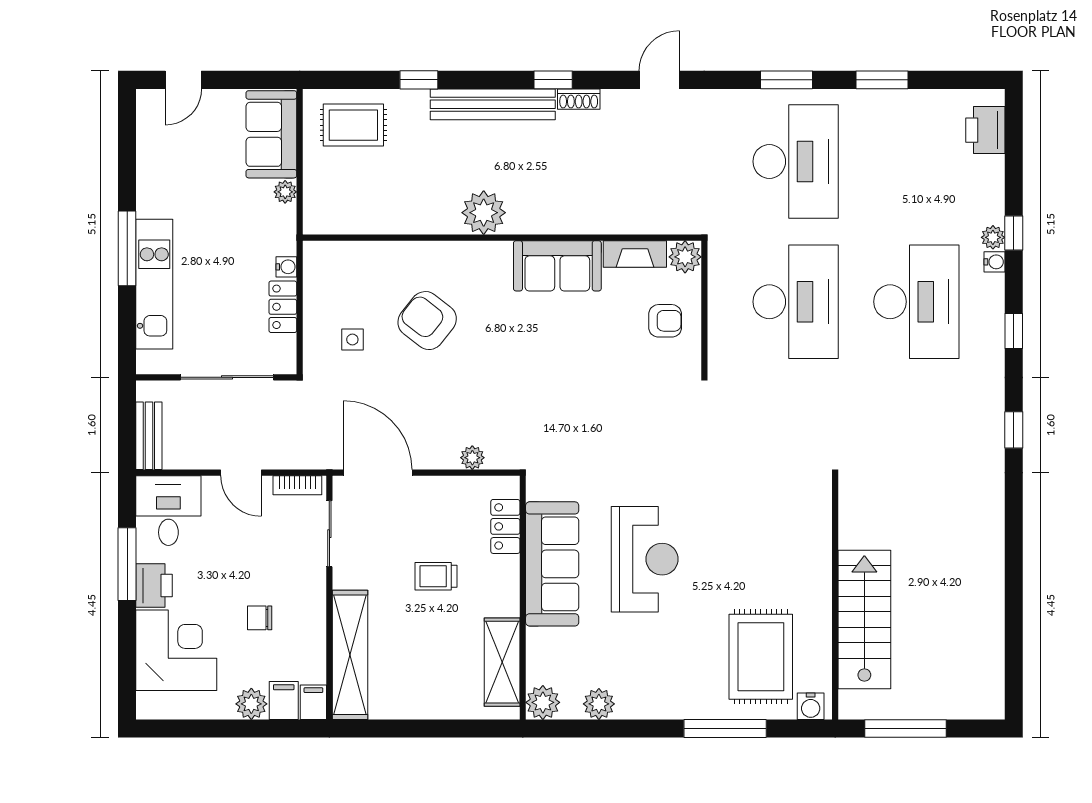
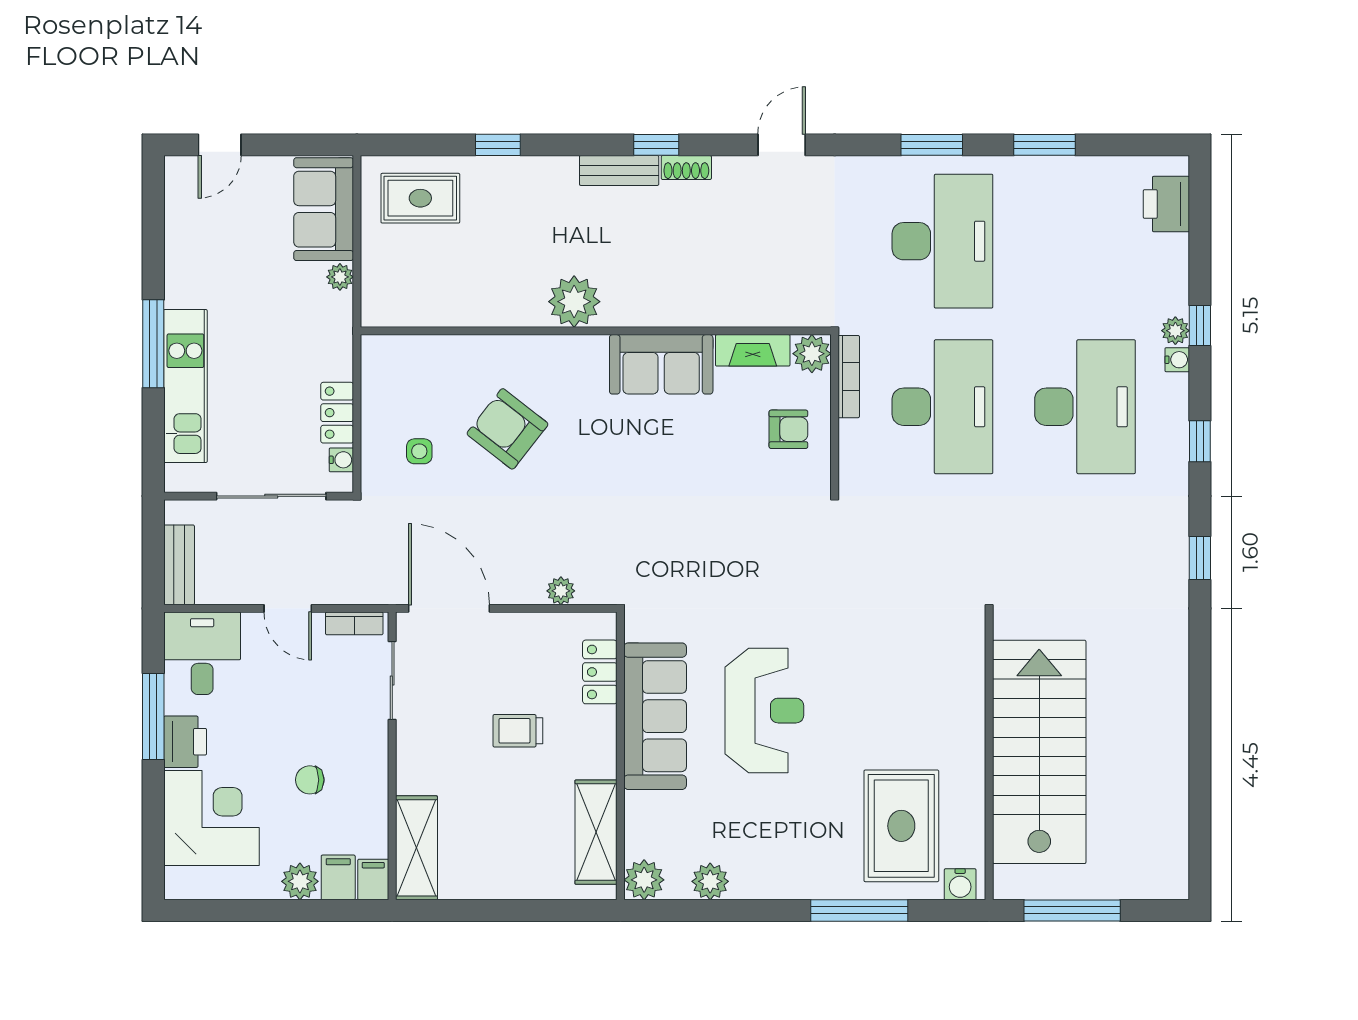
bench: (493, 104) -> (619, 170), width x0.54, depth x0.82
water cooler: (286, 267) -> (341, 460), moved
bookcase: (716, 276) -> (849, 377), added
stairs: (864, 619) -> (1039, 752), width x1.36, depth x1.51
shelving: (350, 655) -> (416, 848), width x0.68

